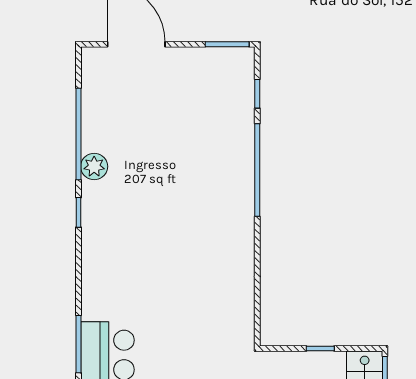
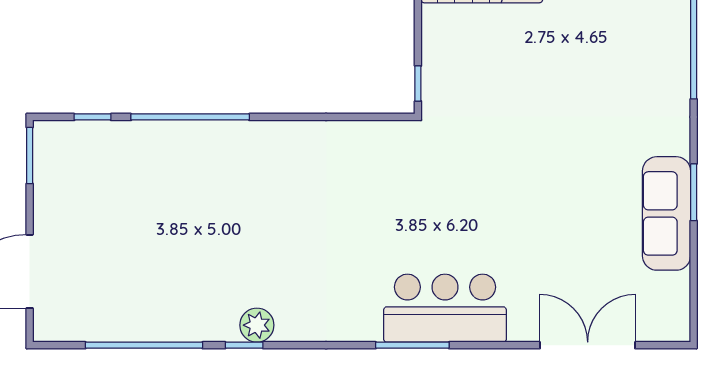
plant: (94, 166) -> (257, 325), moved
window: (320, 348) -> (418, 83), moved

